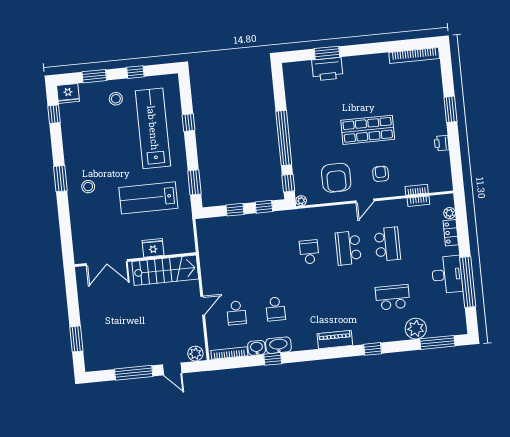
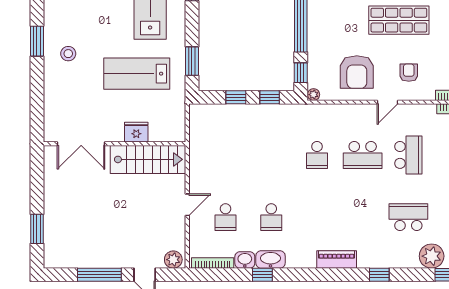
school desk: (348, 248) -> (363, 155), turned -90
school desk: (309, 252) -> (317, 155), turned 180

